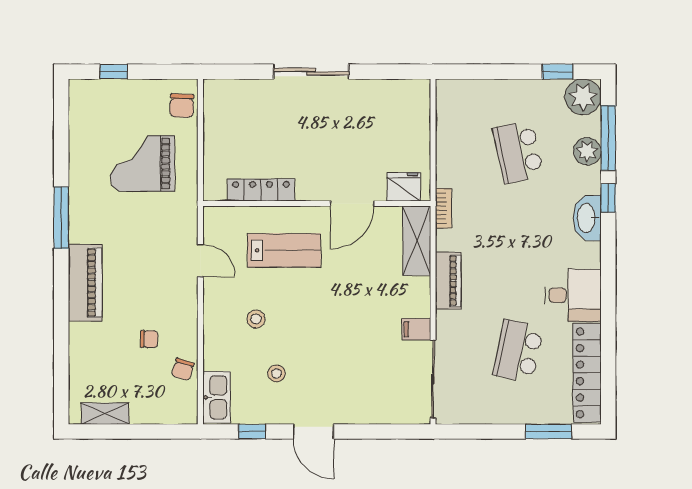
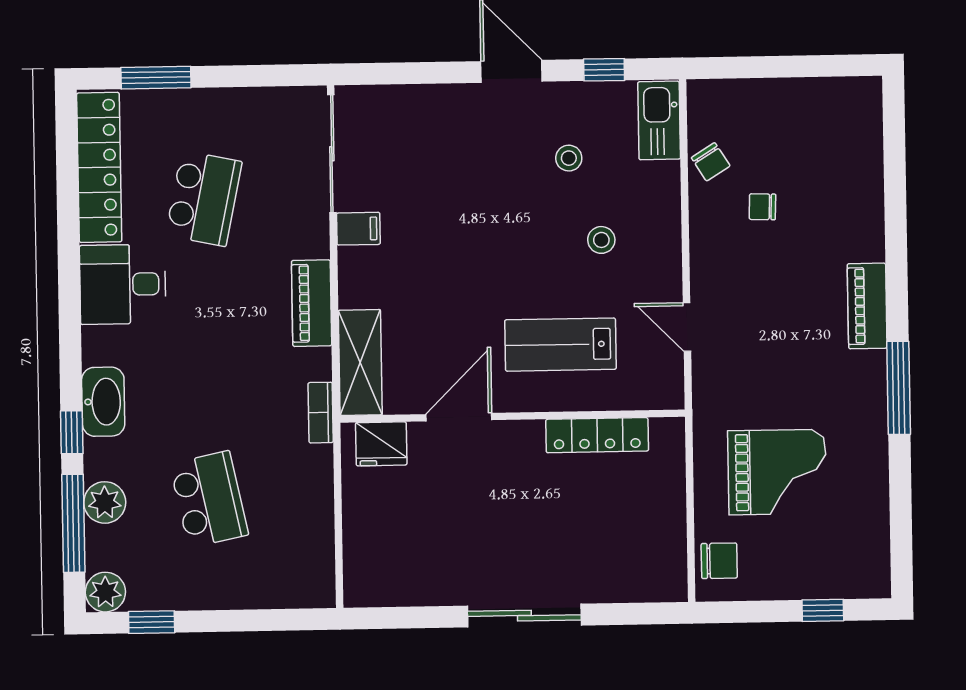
plant: (583, 97) -> (105, 592), width x0.73, depth x0.73
chair: (182, 106) -> (719, 561), turned 88
piano: (85, 283) -> (867, 306), width x0.73, depth x0.75
chair: (183, 369) -> (711, 162), turned 131
shelving: (105, 414) -> (827, 93), removed

